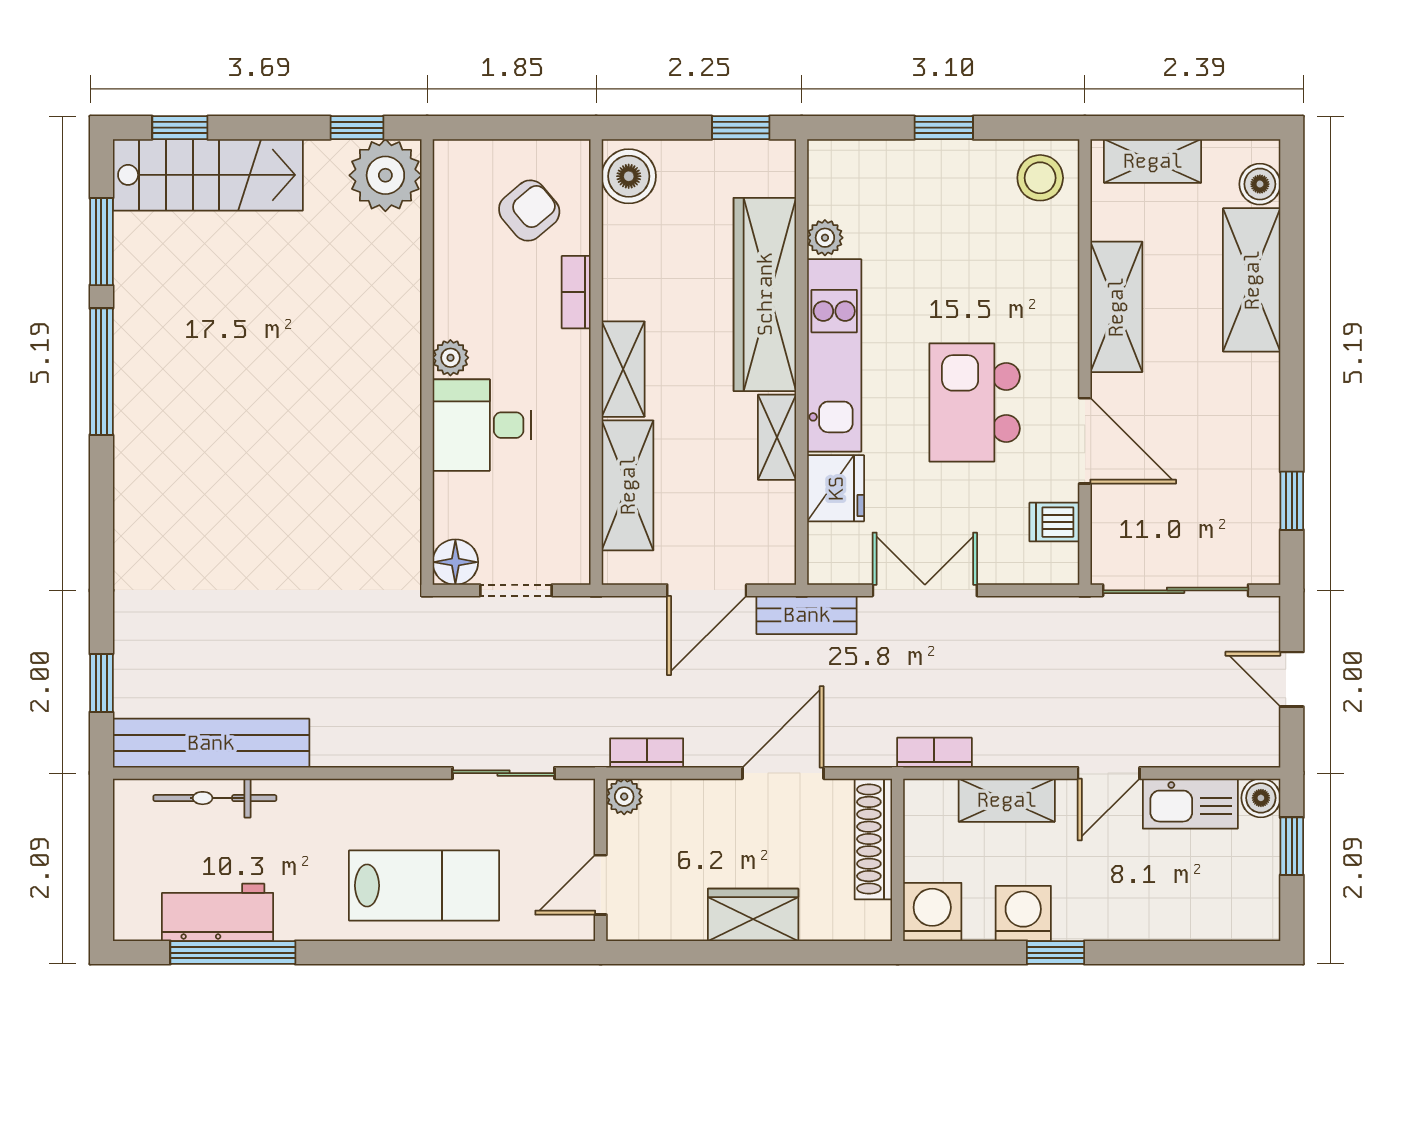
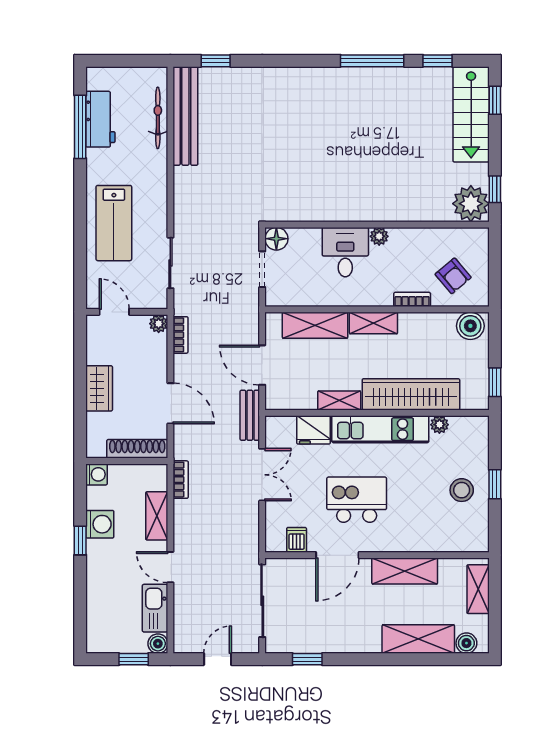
stool: (1040, 178) -> (462, 490), moved
window: (101, 242) -> (438, 61), width x0.67
washing machine: (932, 912) -> (97, 474), width x0.73, depth x0.73

